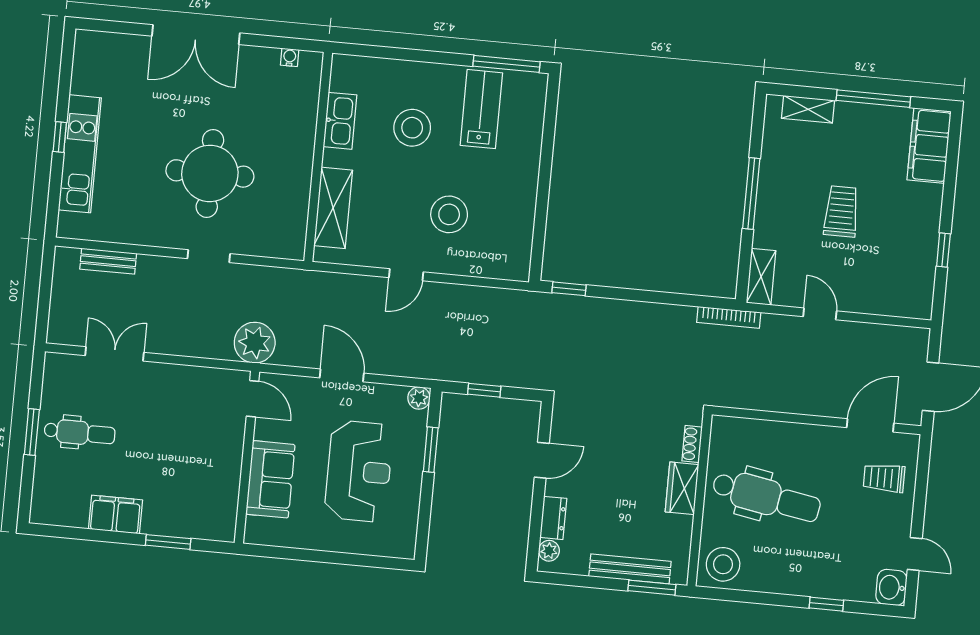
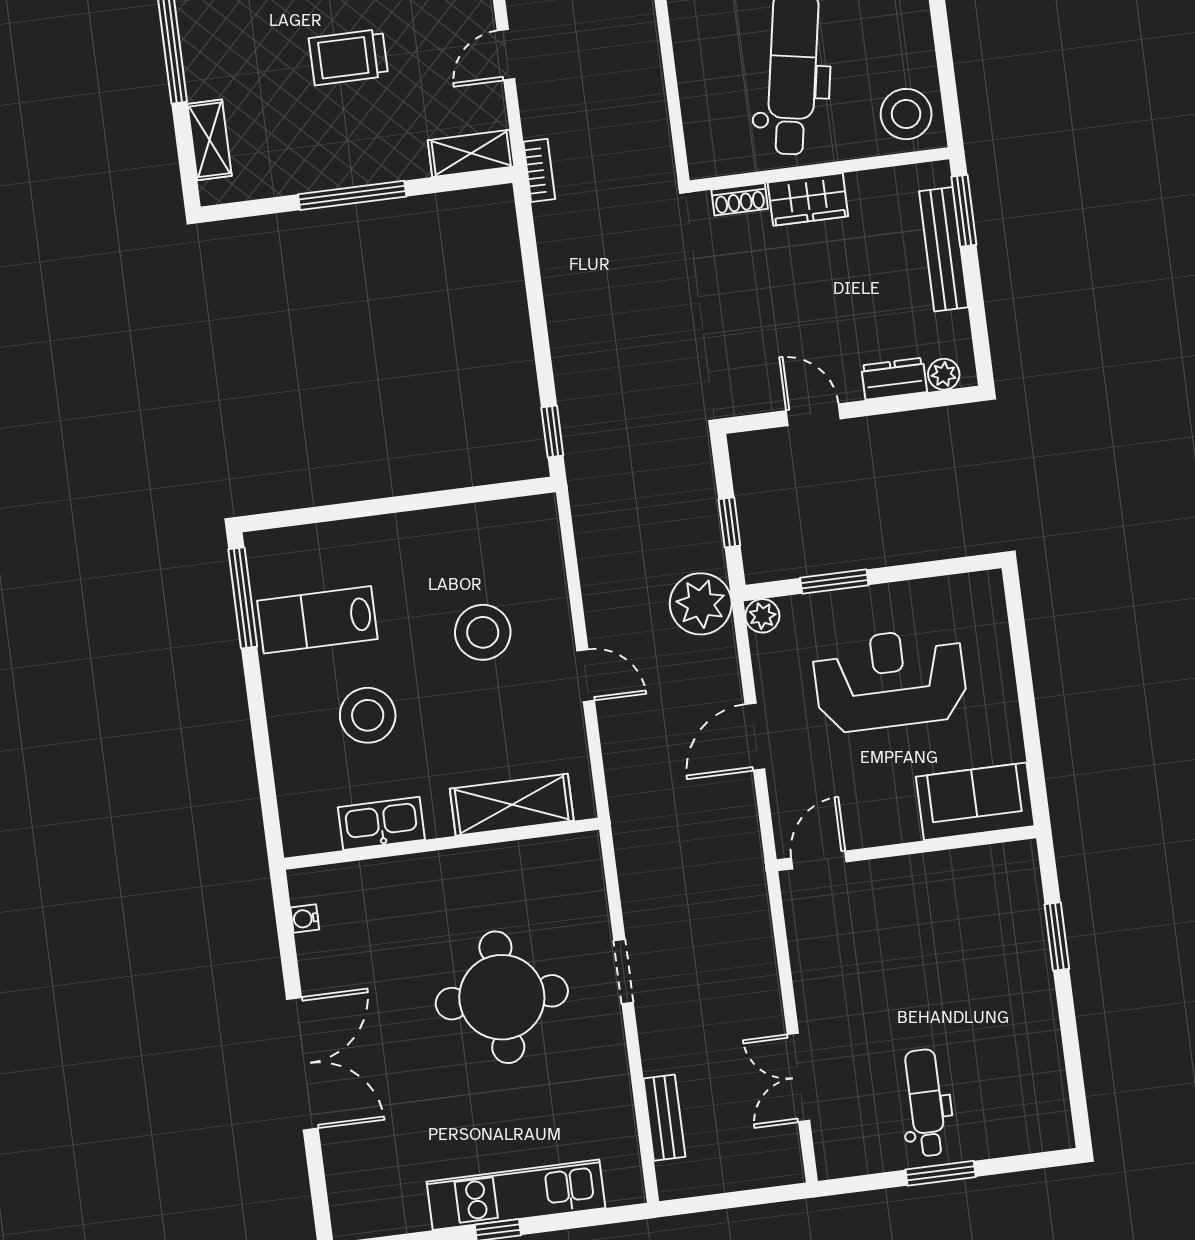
bookcase: (729, 317) -> (539, 170), width x0.64
plant: (255, 343) -> (701, 604), moved
sofa: (270, 479) -> (975, 801), moved
filing cabinet: (115, 514) -> (1034, 1023), removed

